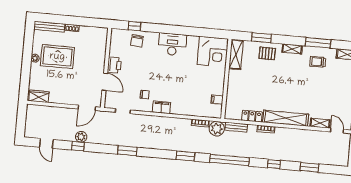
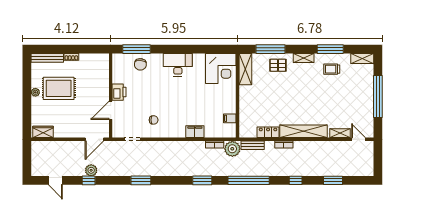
window: (135, 26) -> (136, 49), width x2.17
window: (261, 38) -> (270, 49), width x1.44
door: (105, 82) -> (111, 110), swing flipped
filing cabinet: (162, 107) -> (195, 132), moved

